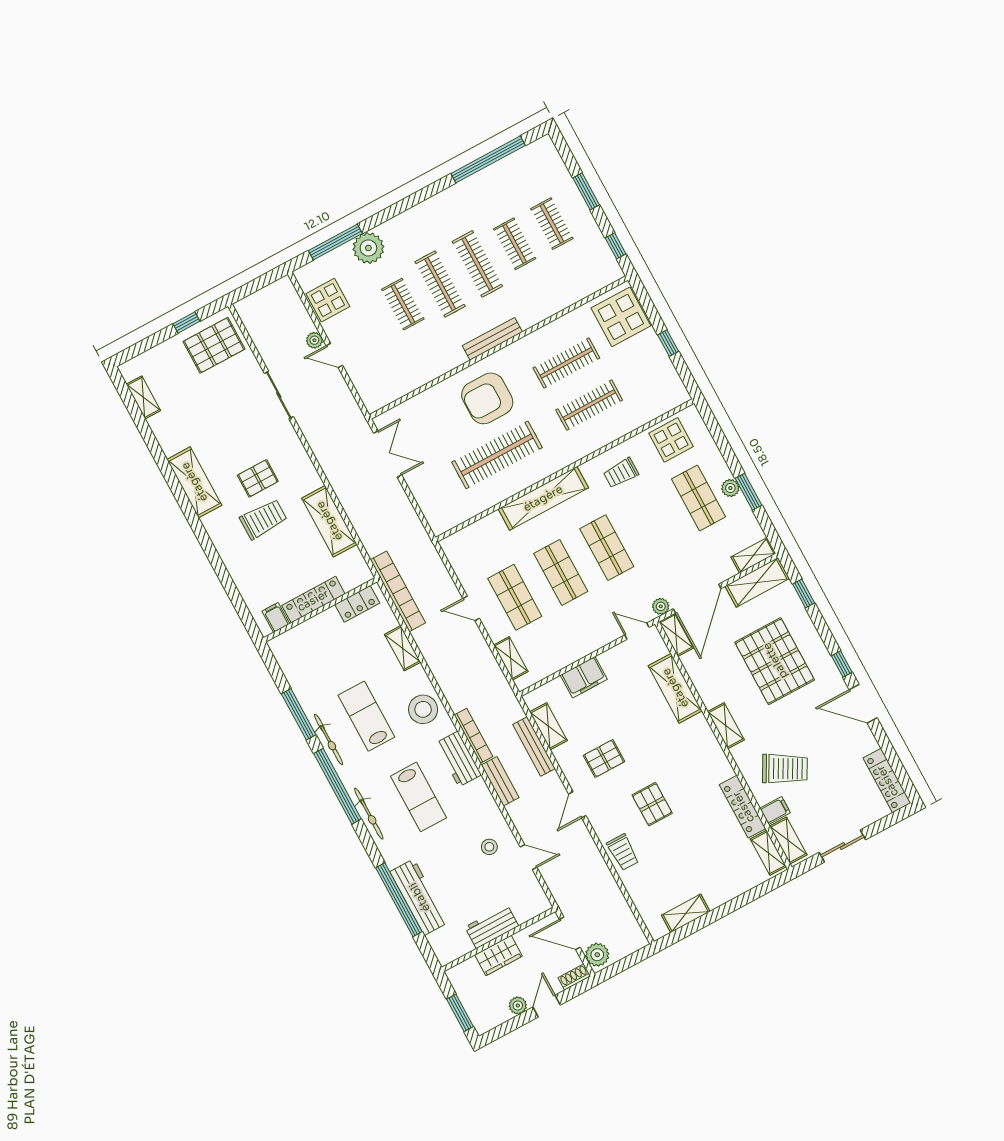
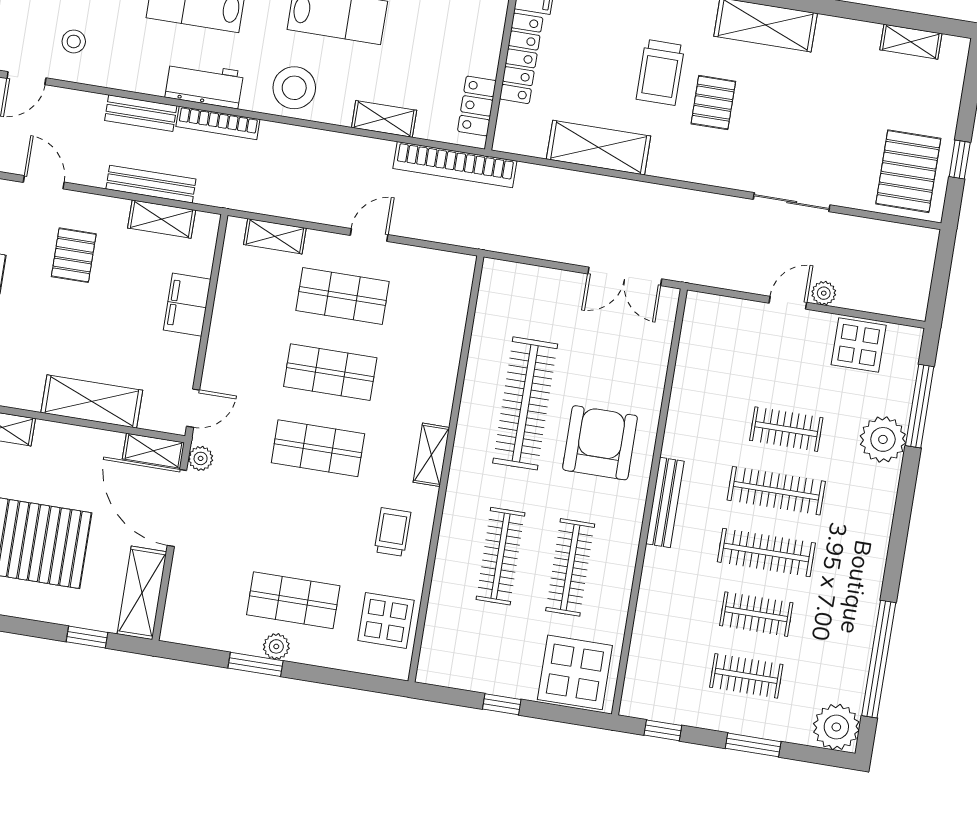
plant: (542, 154) -> (836, 727), added
shelving: (543, 498) -> (431, 455), width x0.45, depth x0.75
shelving: (753, 555) -> (177, 613), removed

